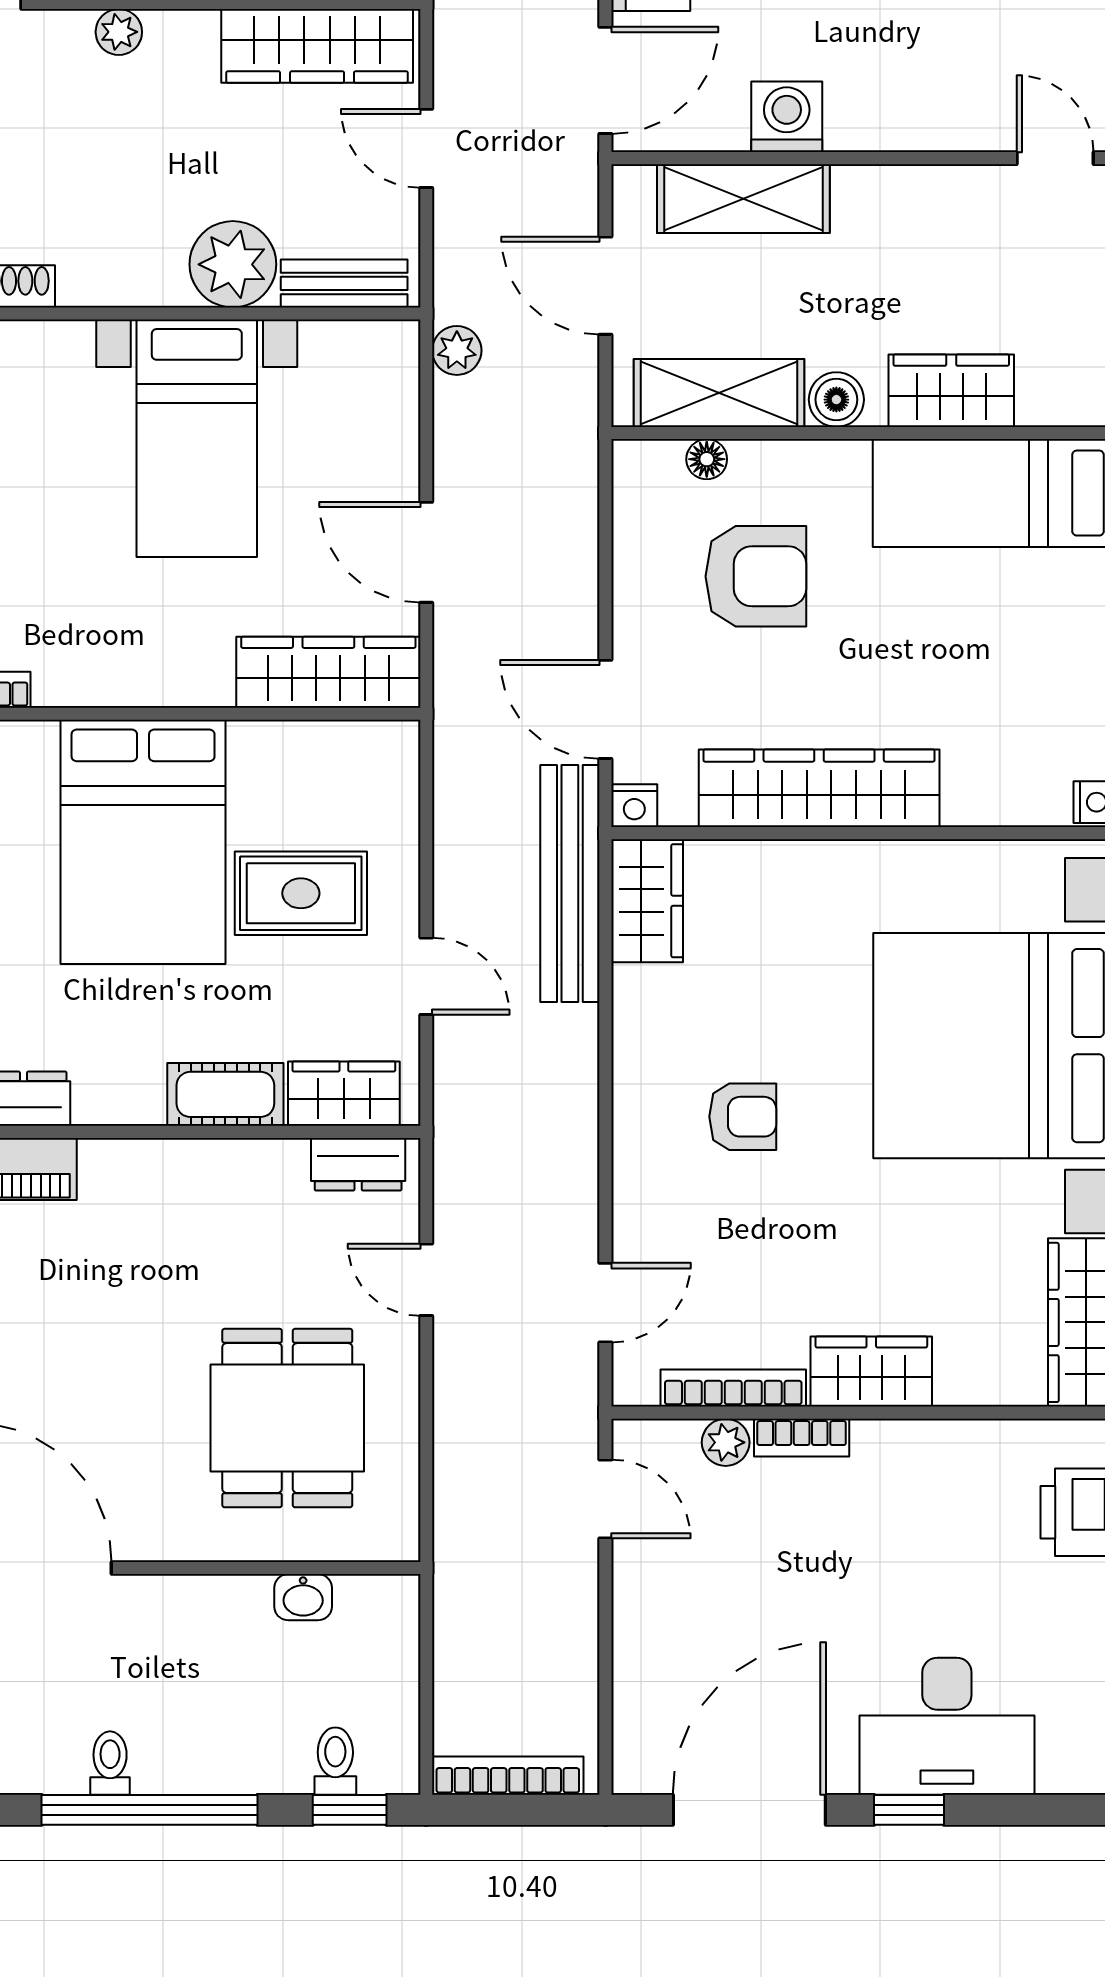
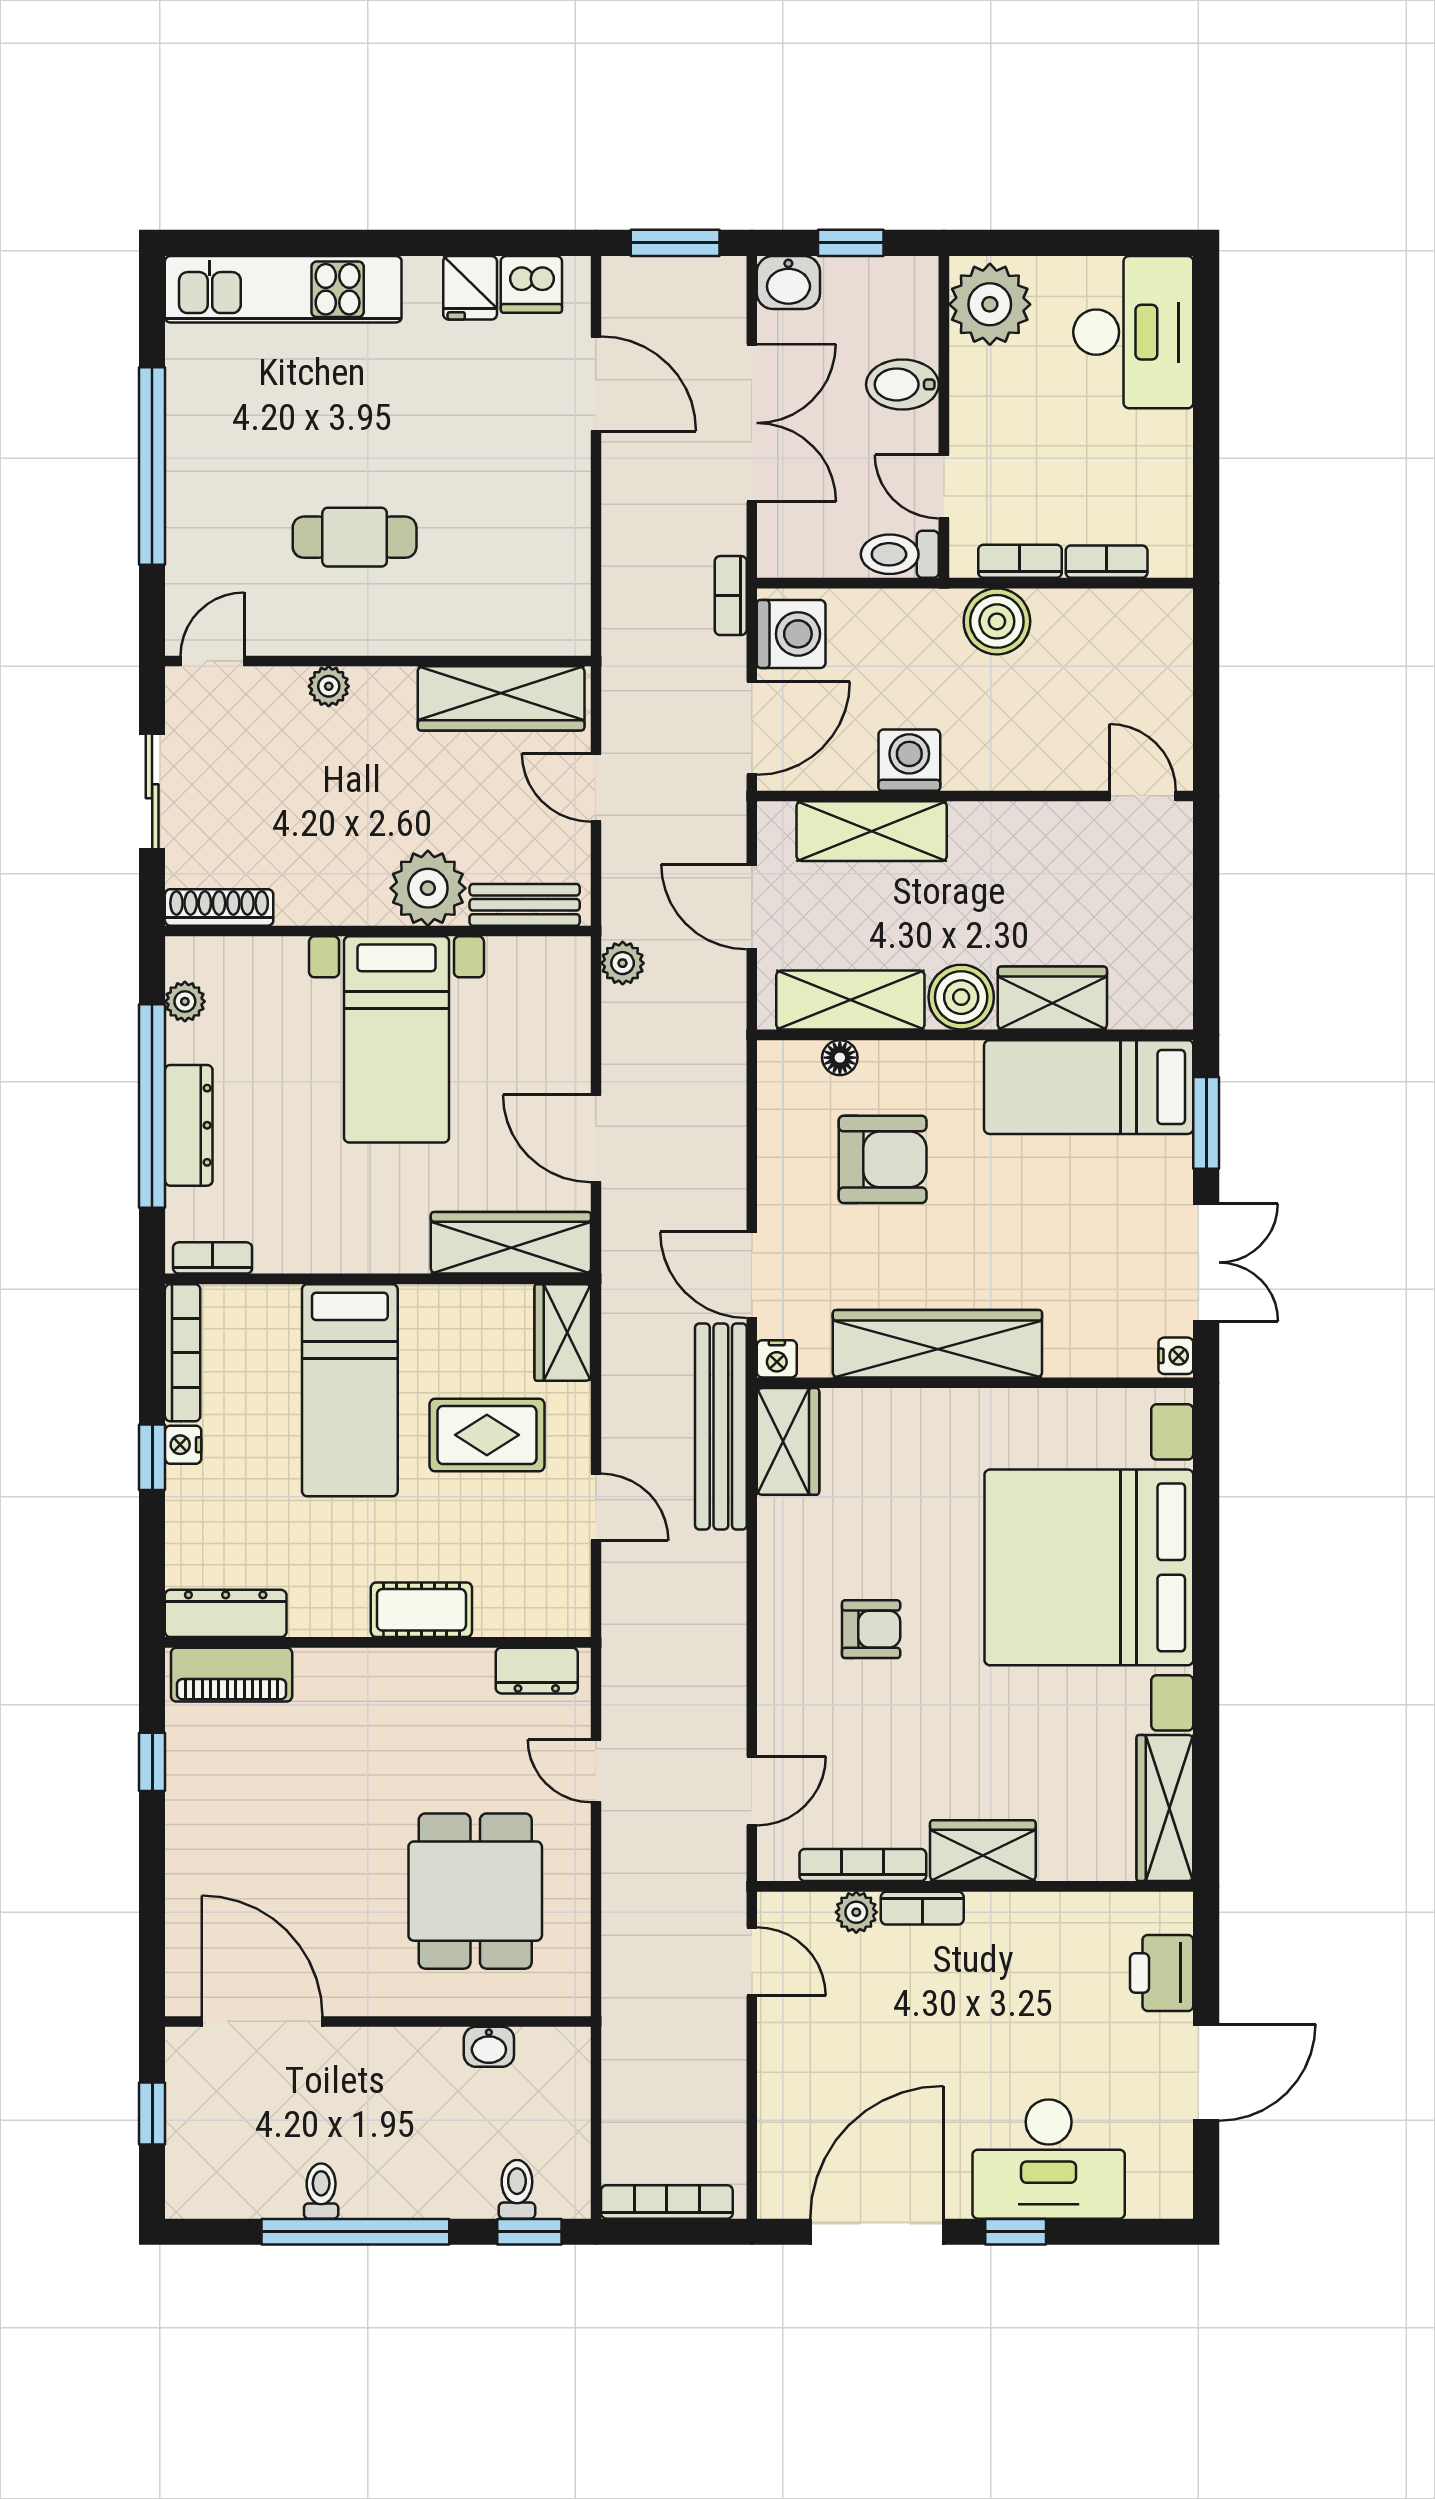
boiler: (836, 400) -> (961, 997), width x1.36, depth x1.36
bed: (143, 842) -> (350, 1390), width x0.67
wardrobe: (344, 1094) -> (563, 1333), moved, turned -90

